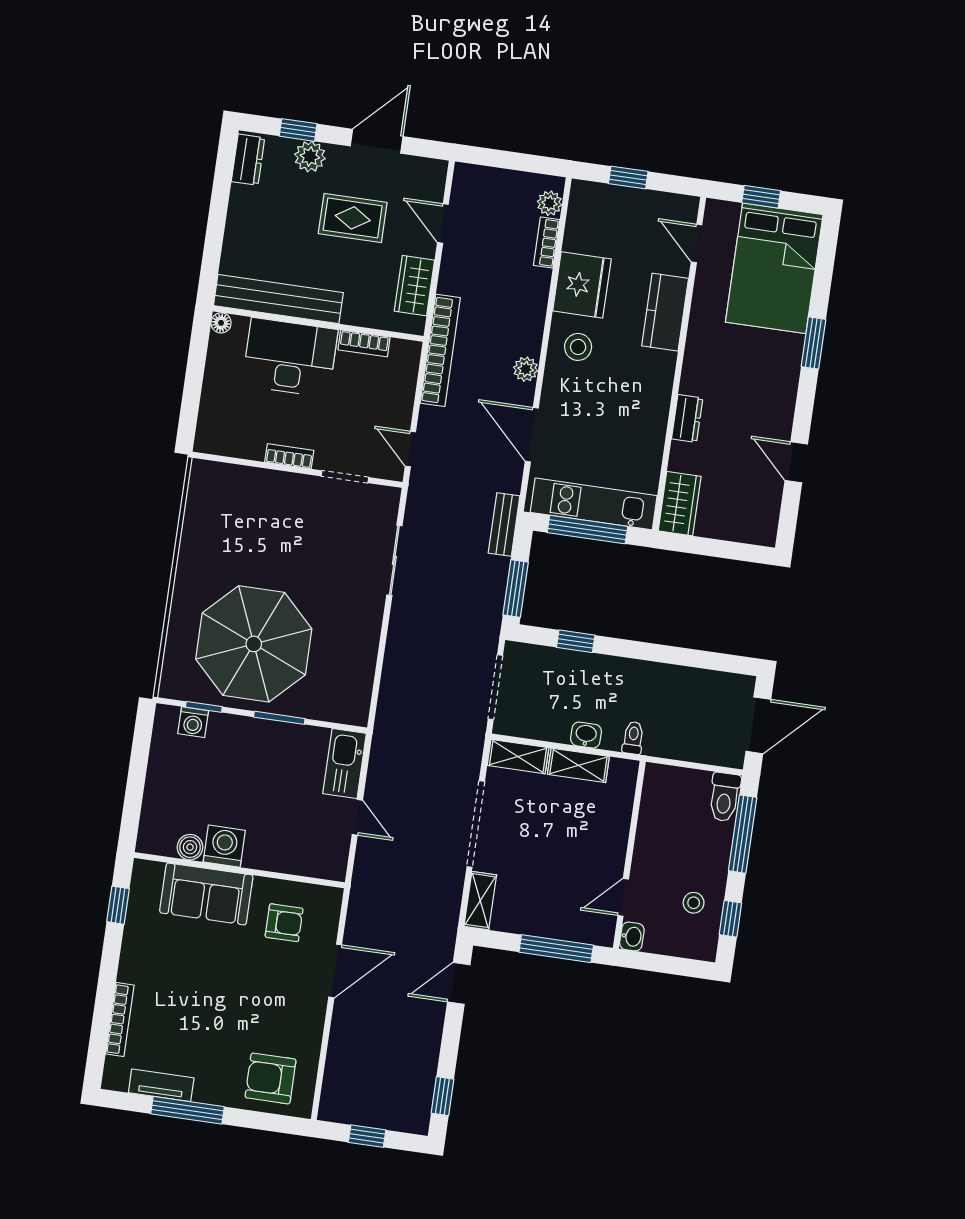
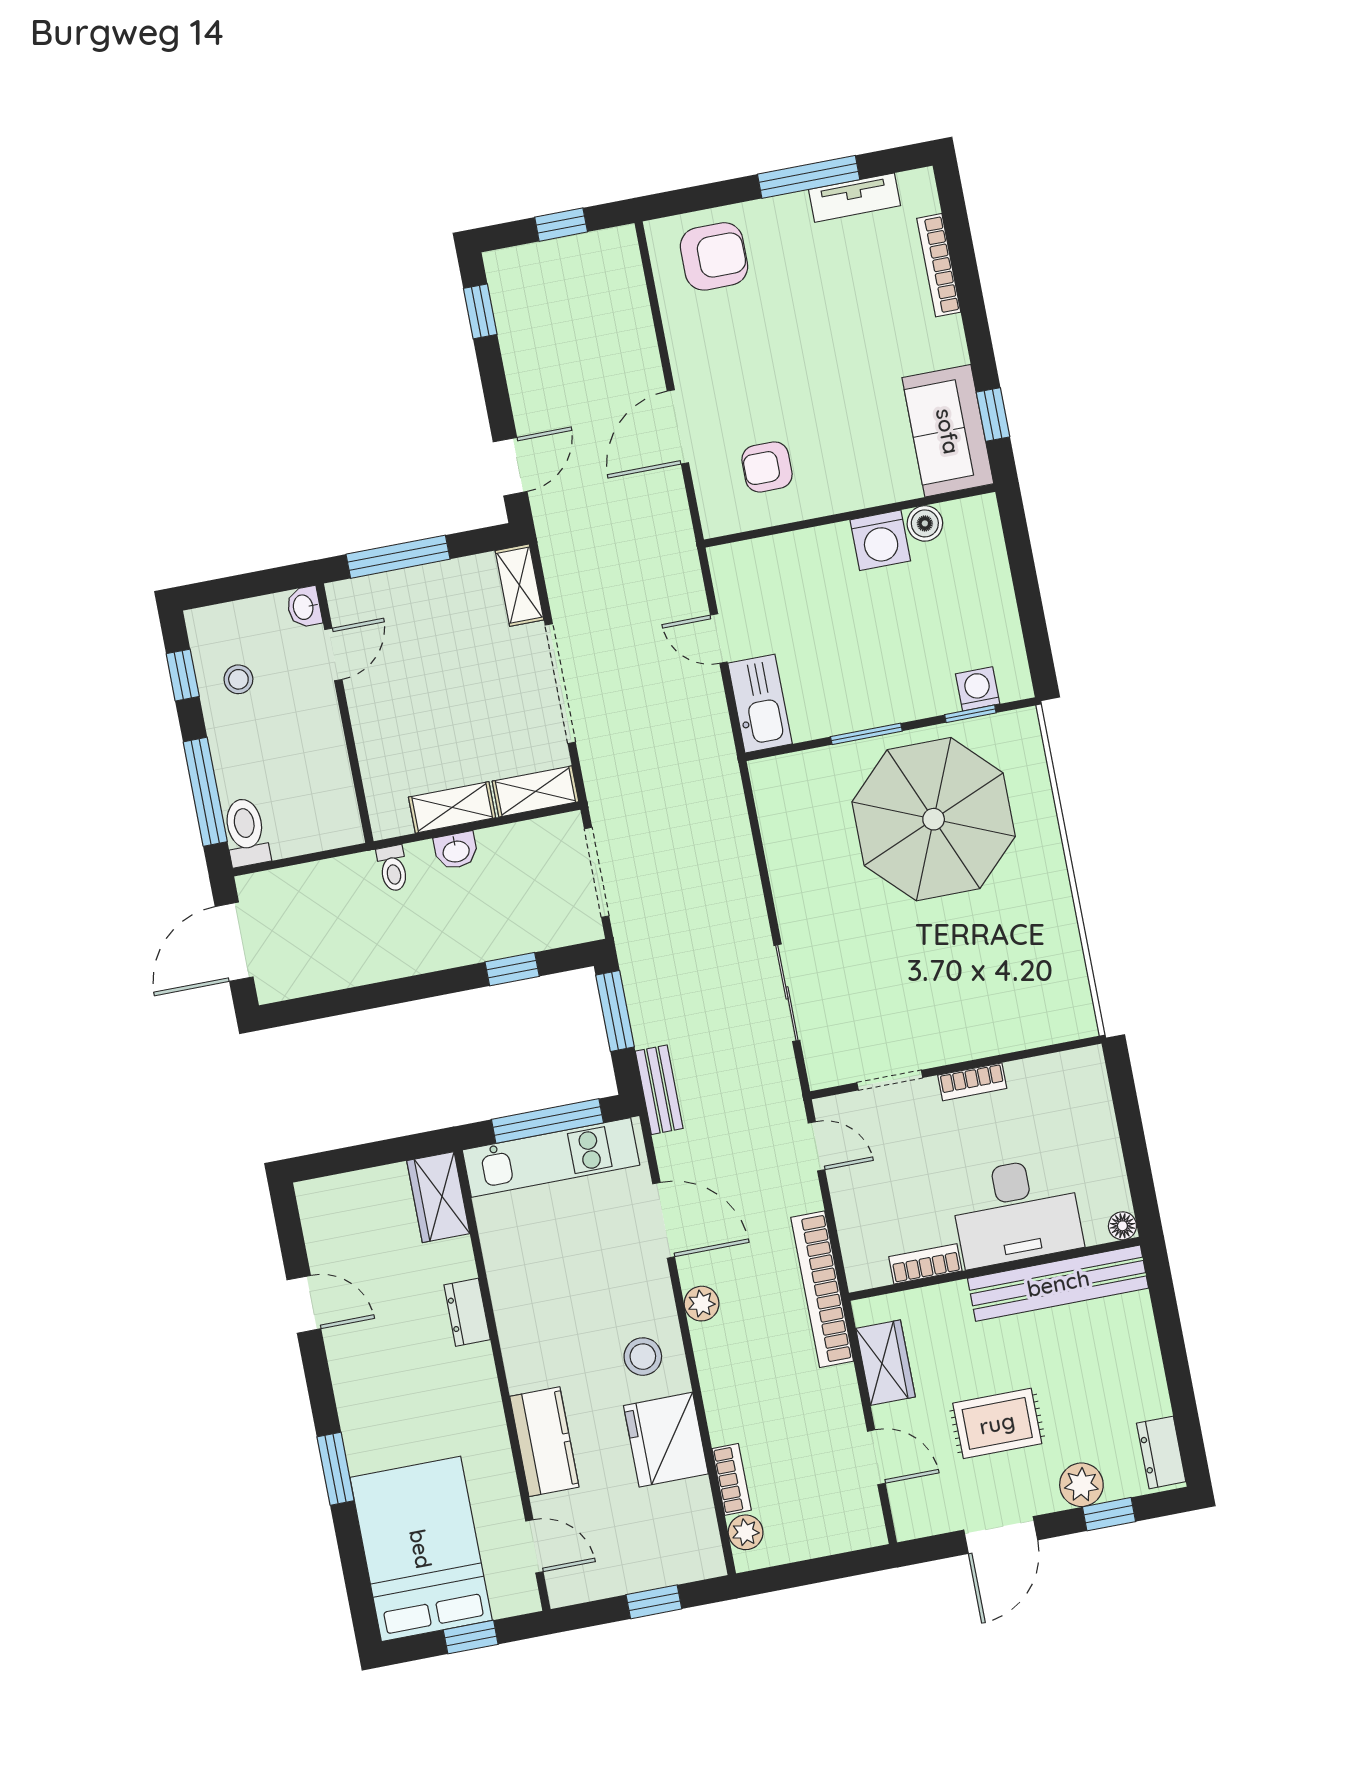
sofa: (206, 894) -> (948, 431), moved, turned -90

